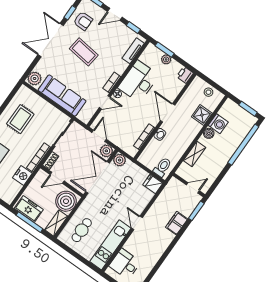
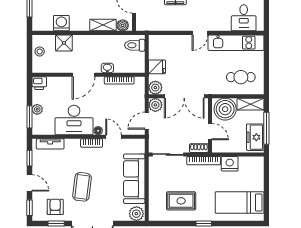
boiler: (209, 133) -> (123, 25), moved
fridge: (153, 184) -> (157, 67), moved, turned -90

